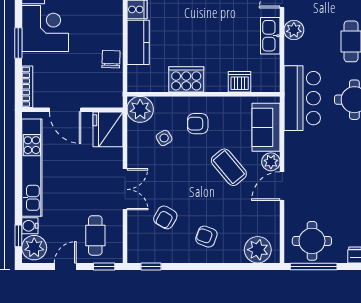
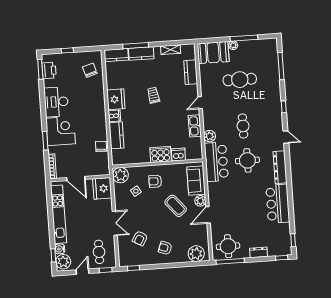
plant: (294, 30) -> (210, 136), moved
cooker: (186, 79) -> (161, 154), moved

